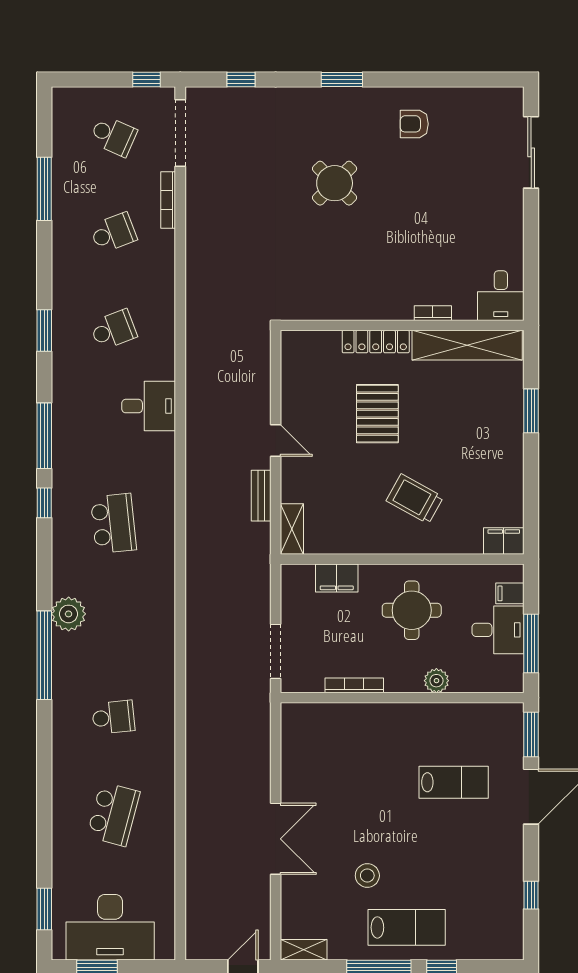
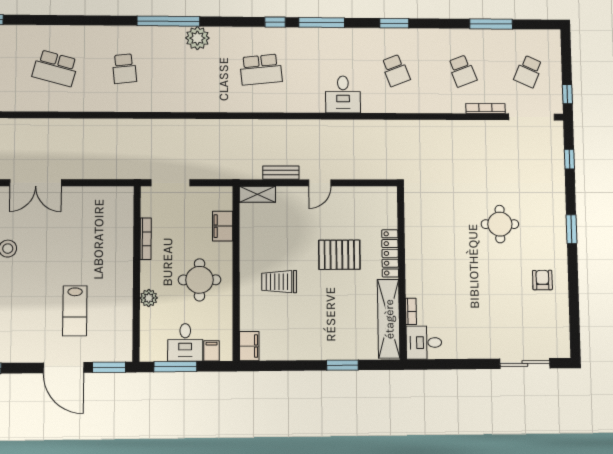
round table: (335, 183) -> (500, 224), turned 45
bookcase: (433, 313) -> (411, 311), moved
trolley: (415, 499) -> (279, 282), turned -119

